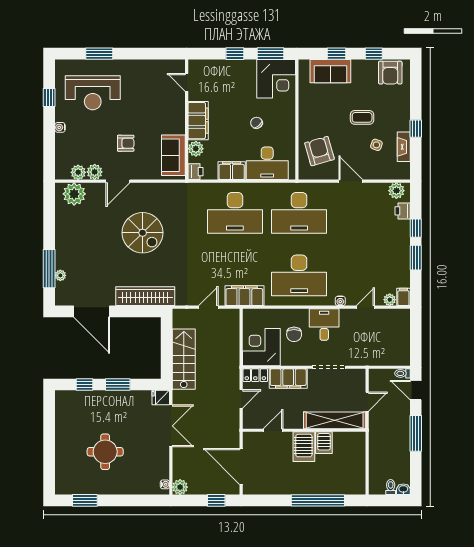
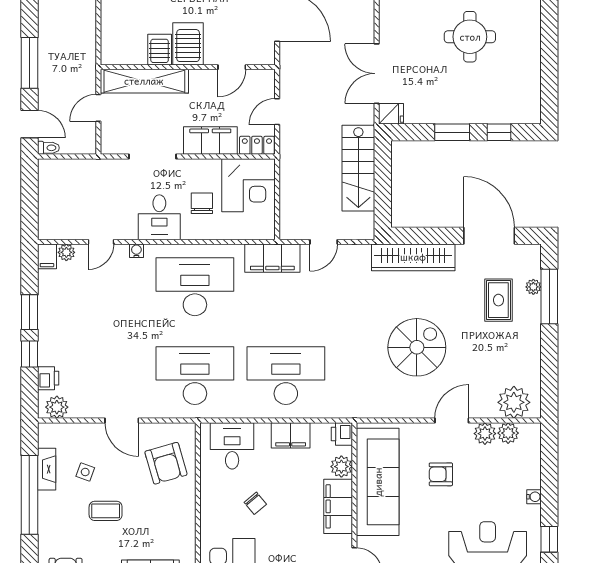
window: (416, 129) -> (29, 495), width x3.17
sofa: (173, 155) -> (378, 482), width x1.85, depth x1.27
desk: (267, 163) -> (232, 446), width x0.73
spiral stairs: (143, 233) -> (417, 347), turned 90
rug: (85, 266) -> (498, 300), added

